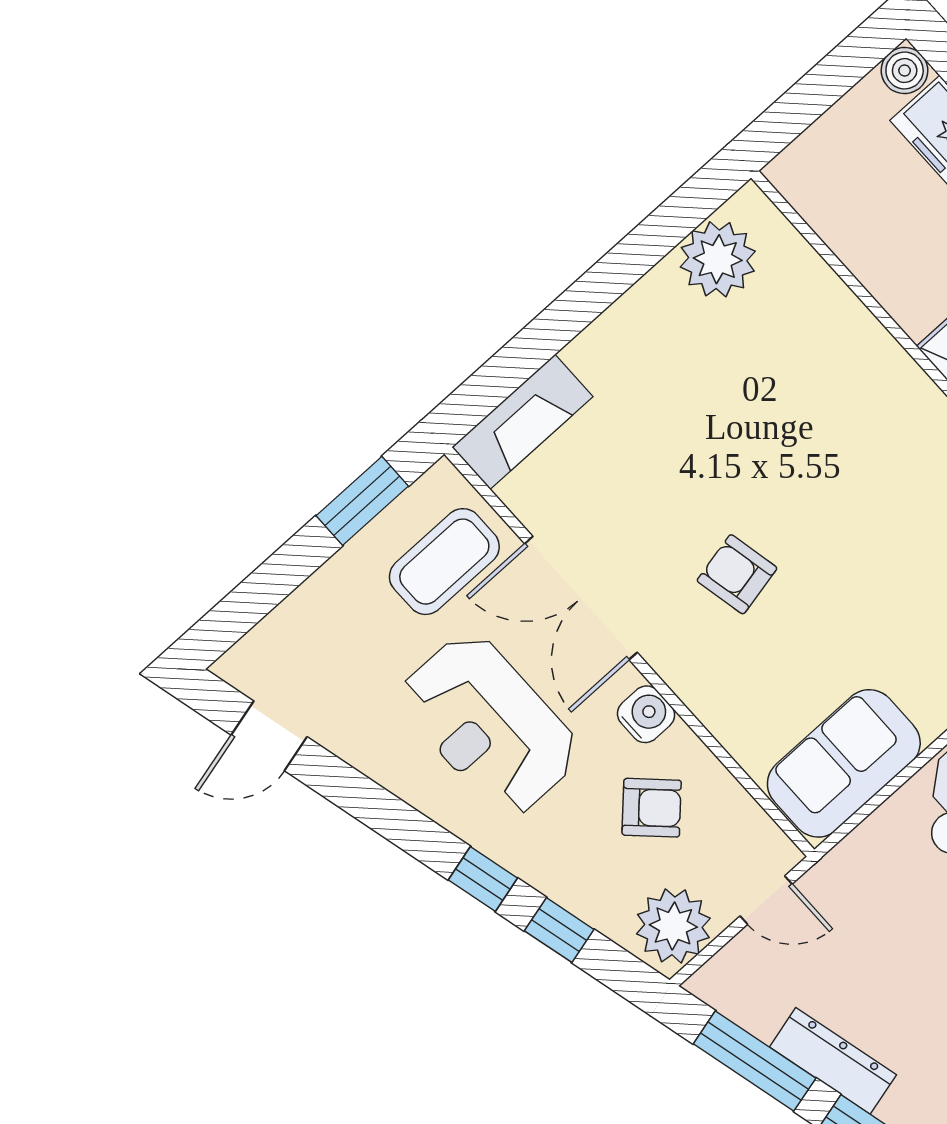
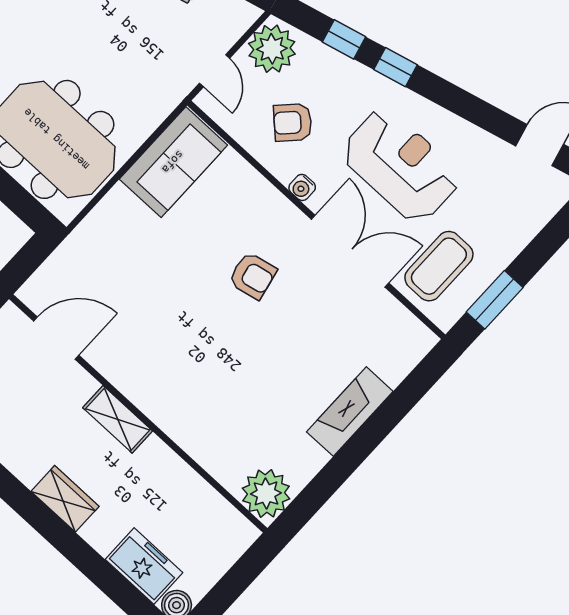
plant: (718, 259) -> (266, 493), moved
fireplace: (522, 422) -> (350, 412), moved
water cooler: (646, 714) -> (302, 187), width x0.72, depth x0.72
door: (766, 900) -> (215, 71), swing flipped

